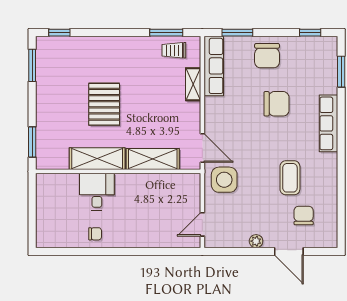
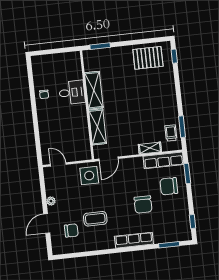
chair: (267, 56) -> (169, 186), moved
window: (32, 65) -> (151, 41), removed
pallet: (104, 104) -> (148, 58), moved

